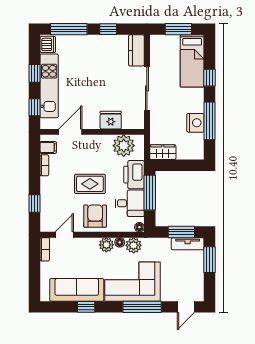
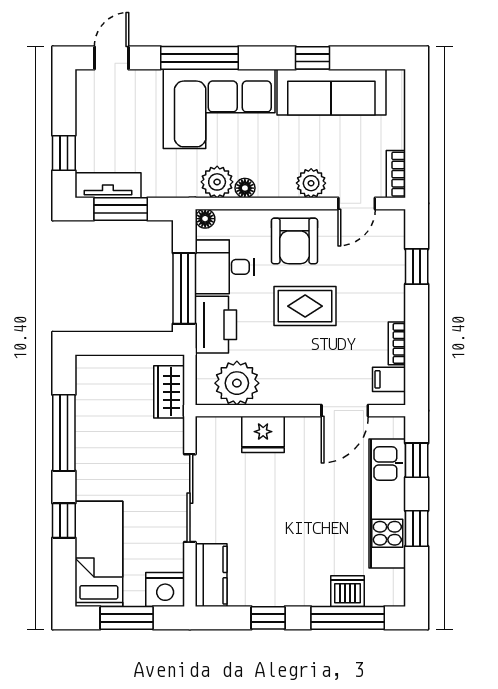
dishwasher: (48, 44) -> (347, 591), moved, turned 90
nightstand: (195, 123) -> (165, 589), moved, turned -90
wardrobe: (163, 152) -> (169, 392), moved, turned 90
plant: (106, 245) -> (311, 183), moved
window: (209, 260) -> (64, 153), width x0.67

